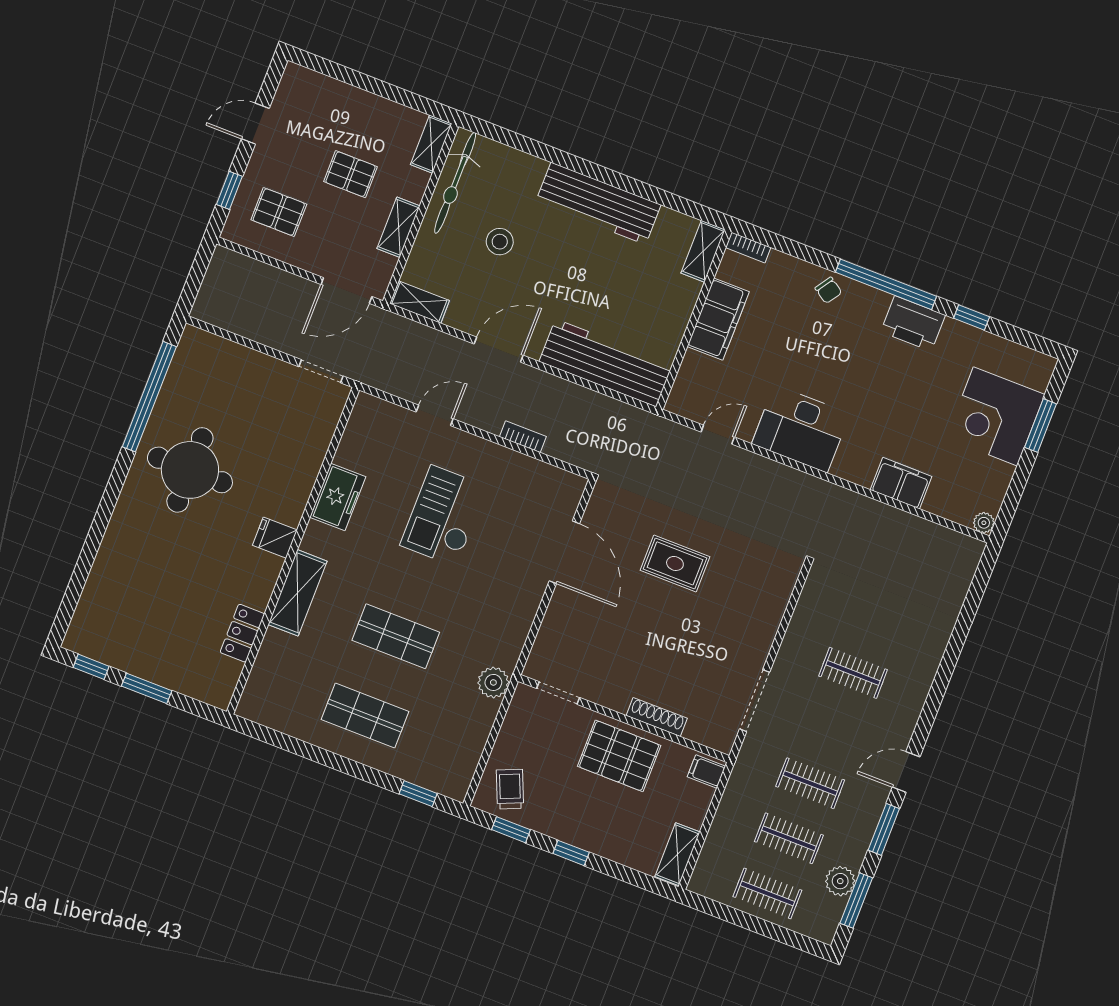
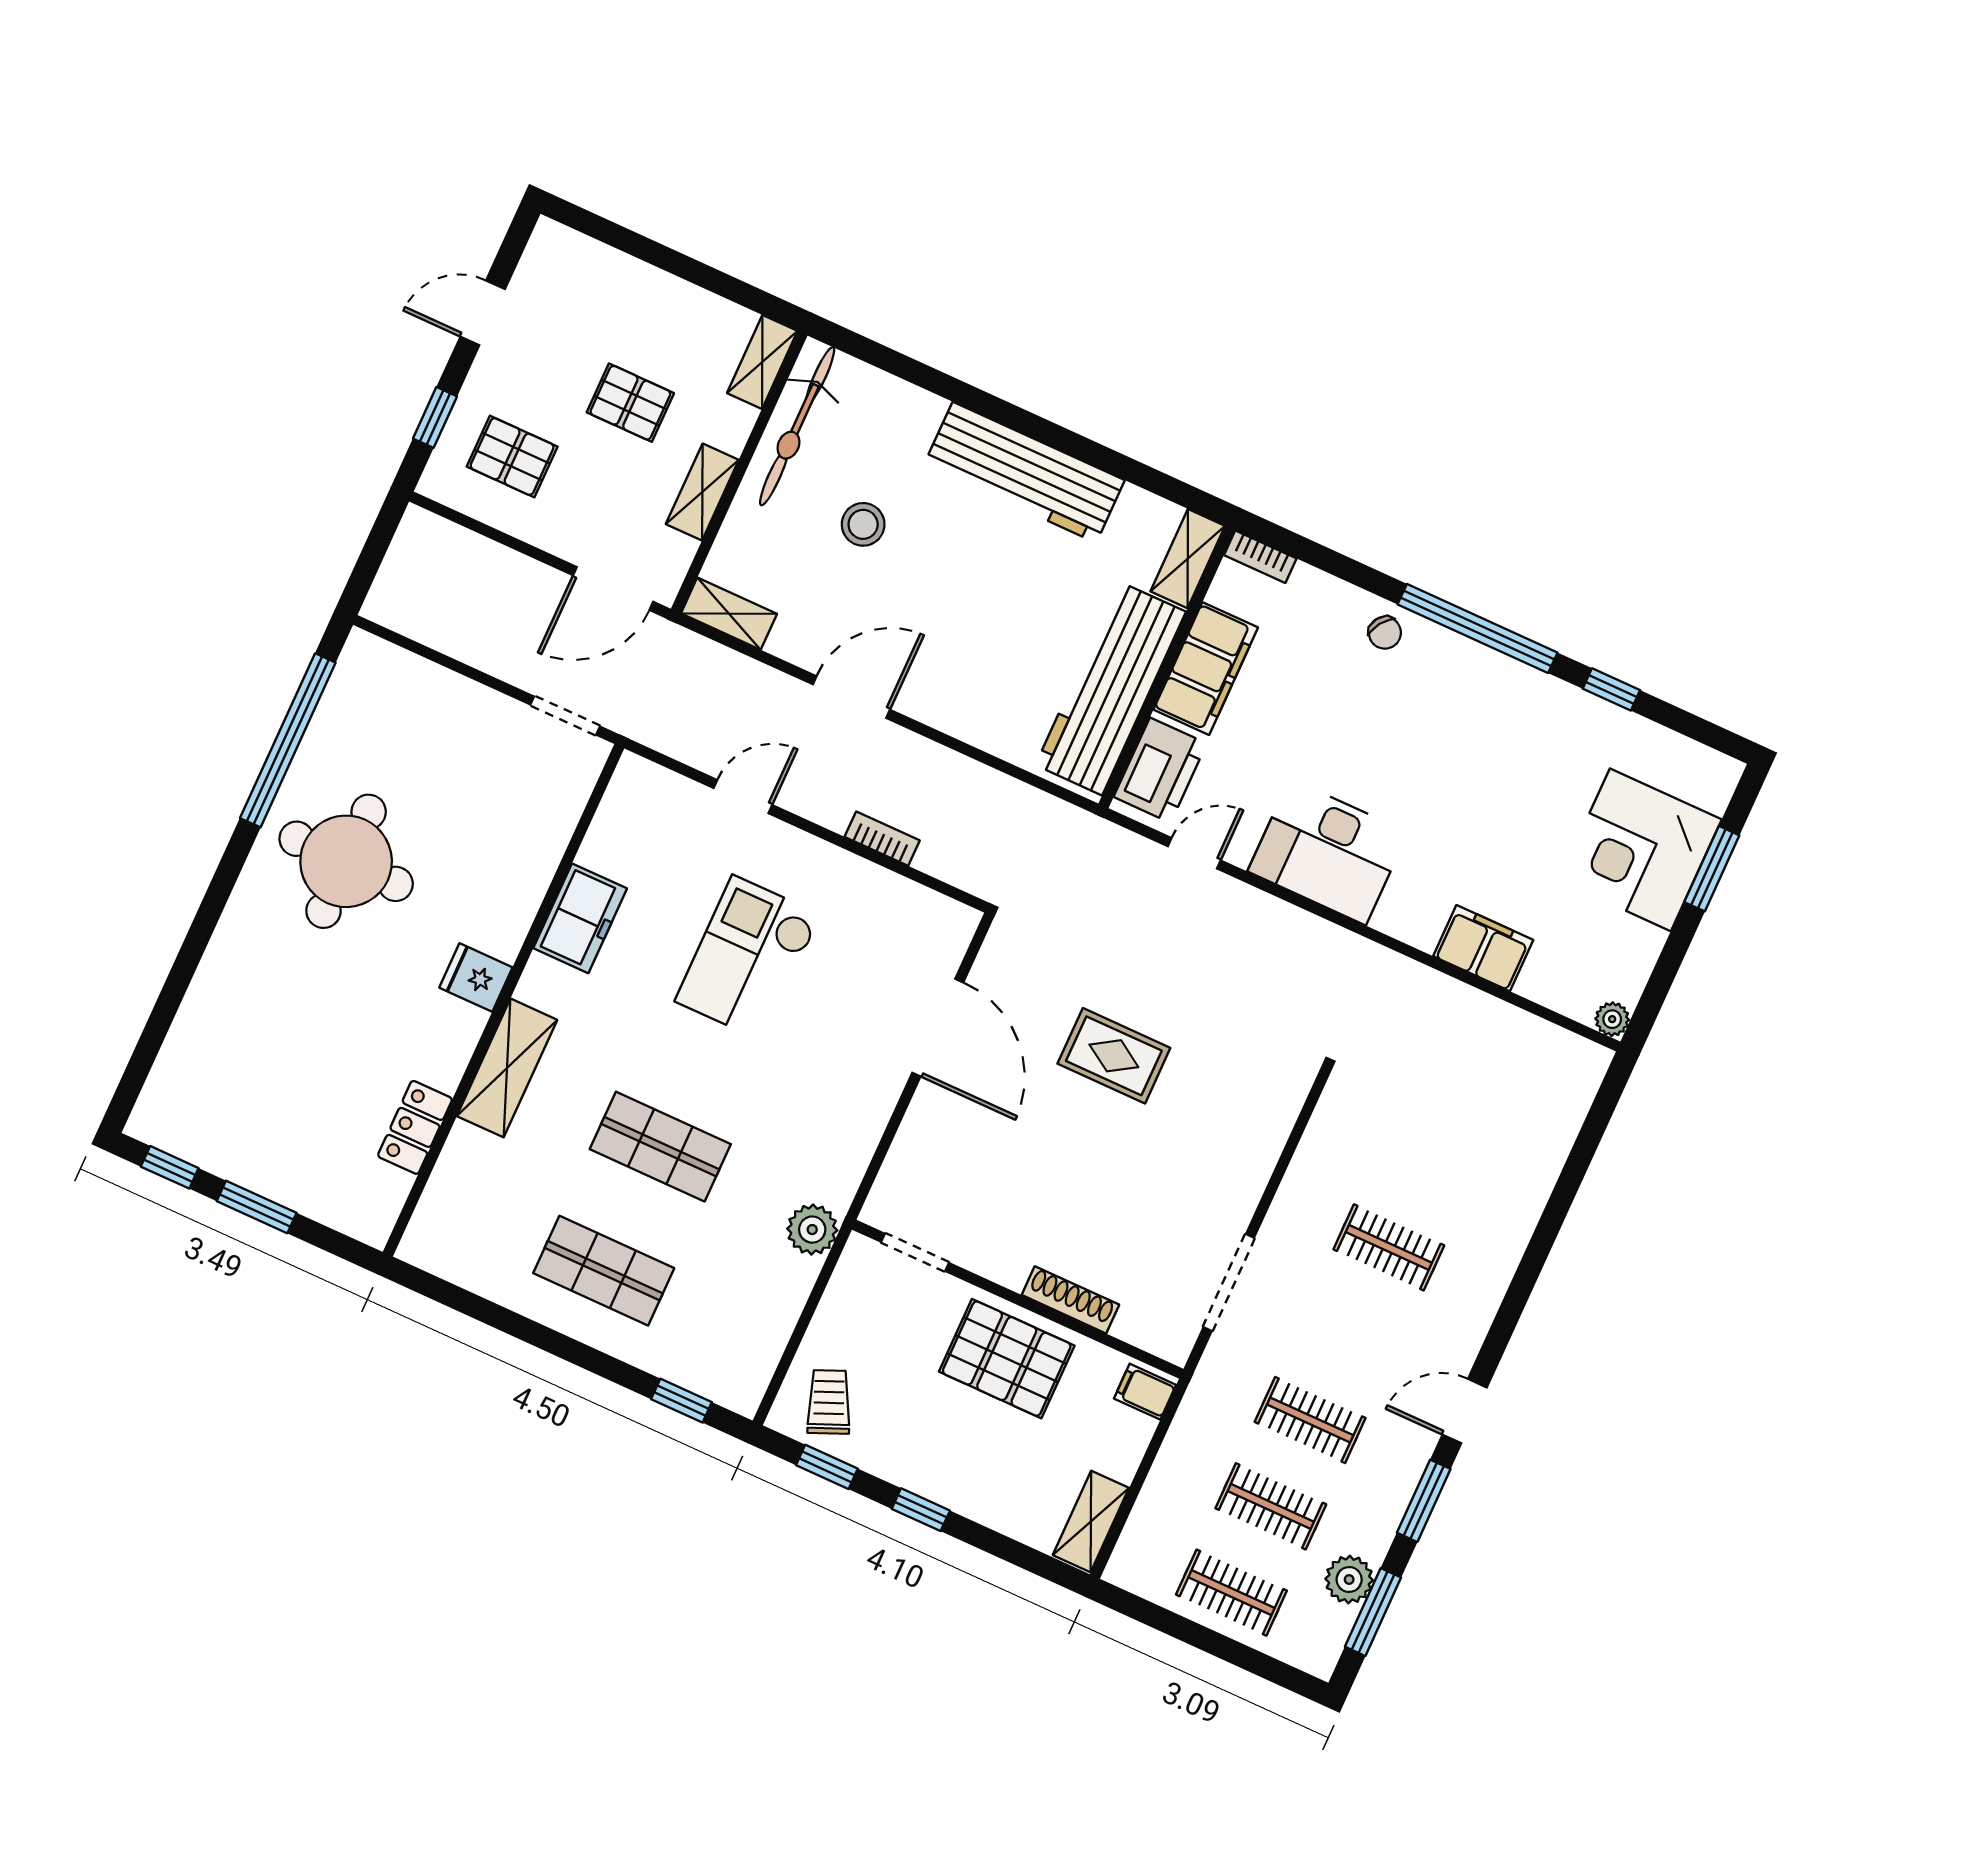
printer: (913, 323) -> (1160, 770), moved, turned -90
workbench: (606, 363) -> (1111, 688), moved, turned -90

